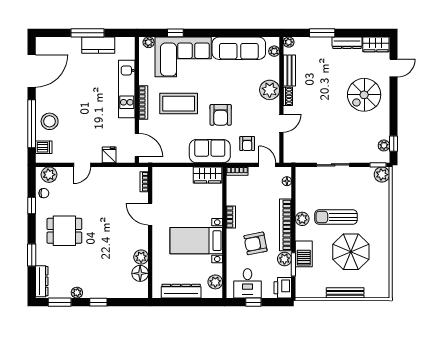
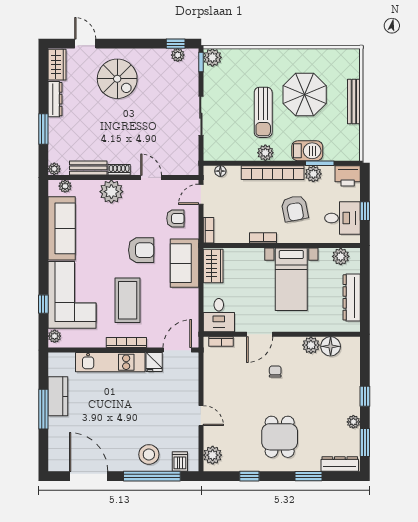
fridge: (109, 155) -> (154, 362), moved, turned -90
desk: (166, 180) -> (219, 315), added
chair: (44, 193) -> (275, 372), moved

